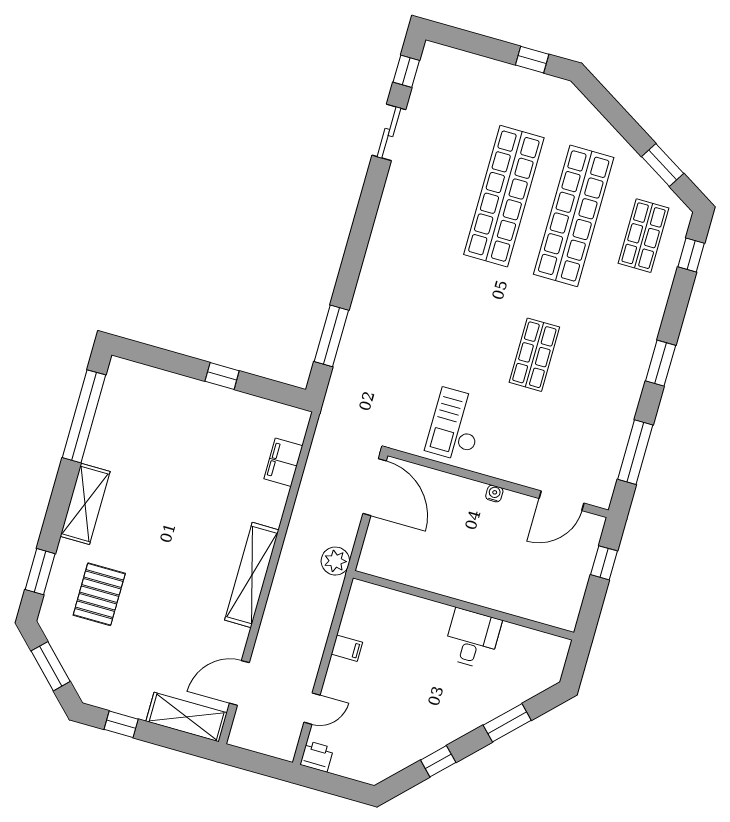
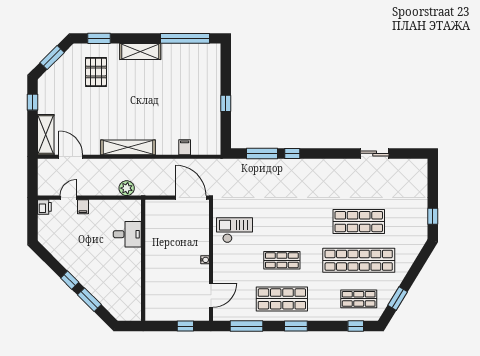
window: (406, 71) -> (292, 153), moved
shop shelf: (504, 196) -> (359, 222), width x0.71
shop shelf: (604, 374) -> (282, 299), added
filing cabinet: (283, 462) -> (185, 147), width x0.50
door: (375, 487) -> (191, 198), swing flipped
door: (561, 501) -> (211, 295), swing flipped
plant: (335, 561) -> (127, 188), moved
pallet: (99, 594) -> (96, 72), turned 90
desk: (472, 639) -> (127, 234), moved
filing cabinet: (347, 648) -> (83, 207), moved
door: (312, 709) -> (68, 198), swing flipped
window: (438, 761) -> (70, 280), moved

